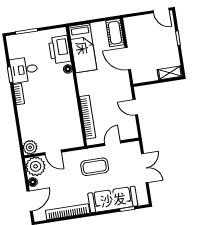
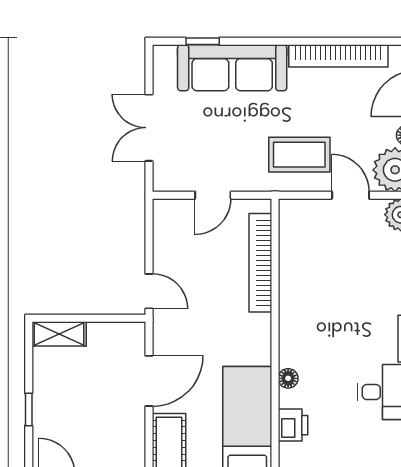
printer: (60, 50) -> (293, 425), width x0.53, depth x0.68
door: (128, 59) -> (149, 381), hinge flipped
door: (135, 107) -> (149, 291), moved
coffee table: (95, 167) -> (299, 155), moved

